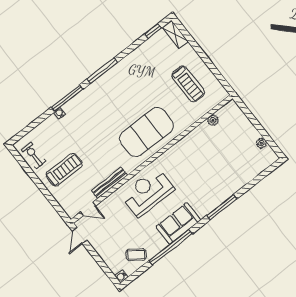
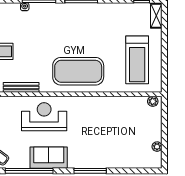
treadmill: (188, 84) -> (137, 60), width x1.37, depth x1.38
plant: (213, 120) -> (153, 101), moved

